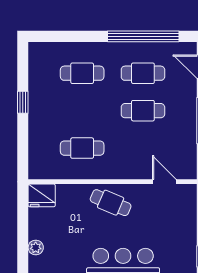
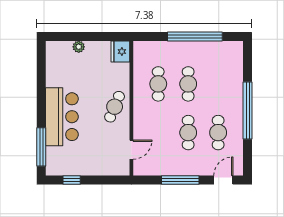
window: (143, 36) -> (248, 110), moved
cafe table: (82, 73) -> (188, 84), moved
window: (23, 102) -> (195, 36), width x3.17

